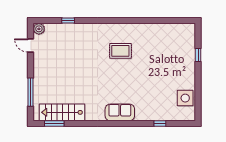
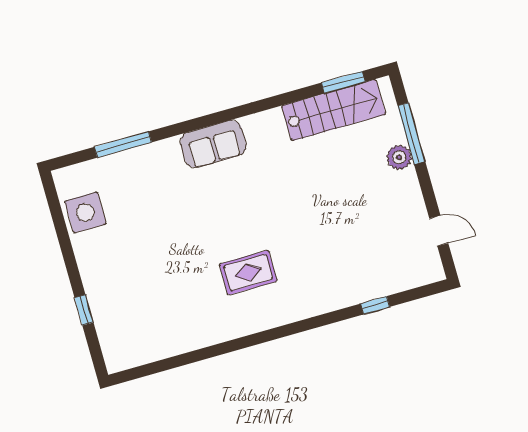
plant: (39, 29) -> (399, 157), moved
window: (160, 123) -> (123, 145), width x2.17

